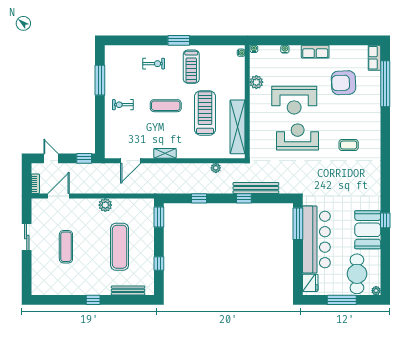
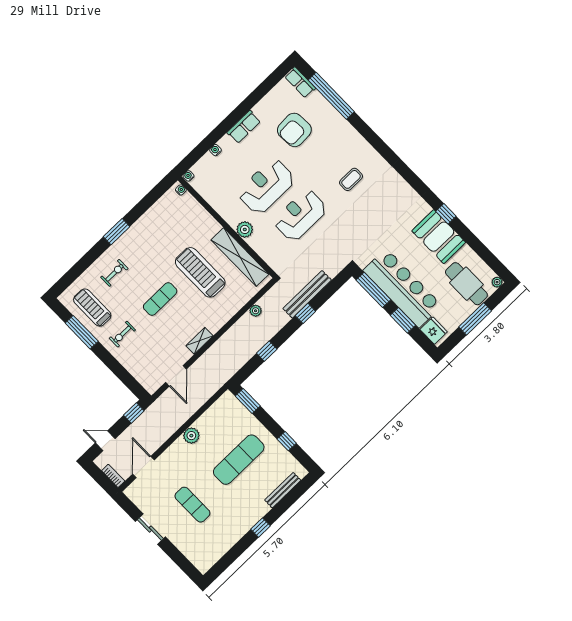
treadmill: (191, 67) -> (92, 308), moved, turned 180
plant: (256, 82) -> (245, 229), moved
reception desk: (294, 100) -> (266, 186), turned 180
exercise mat: (120, 247) -> (239, 460), turned 90
window: (298, 259) -> (403, 320), added

